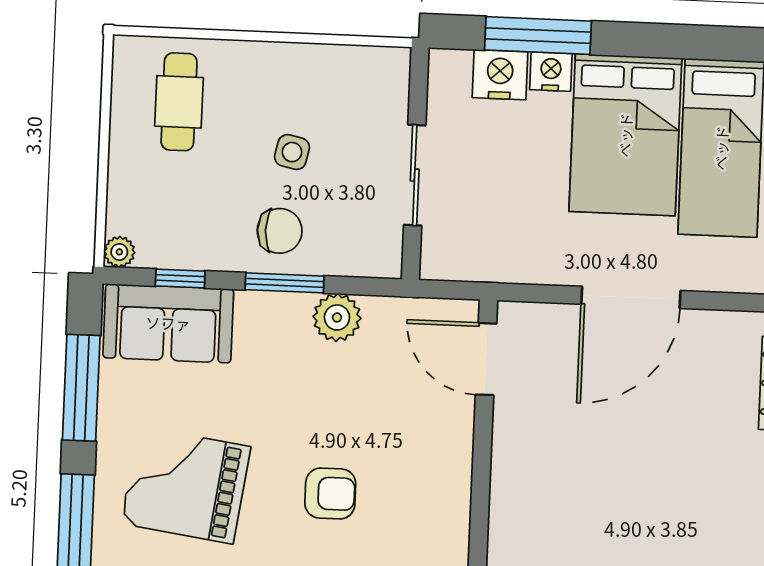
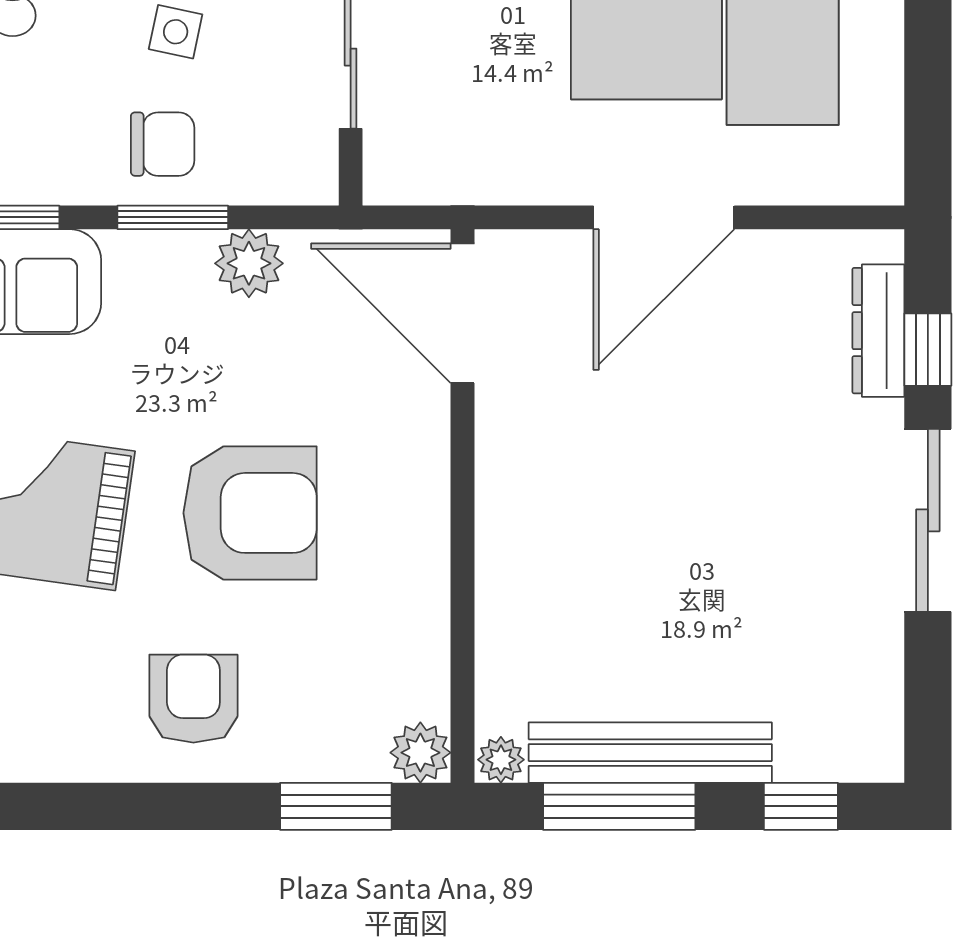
door: (486, 359) -> (463, 313), width x1.36
armchair: (330, 494) -> (250, 513), width x1.88, depth x1.88

